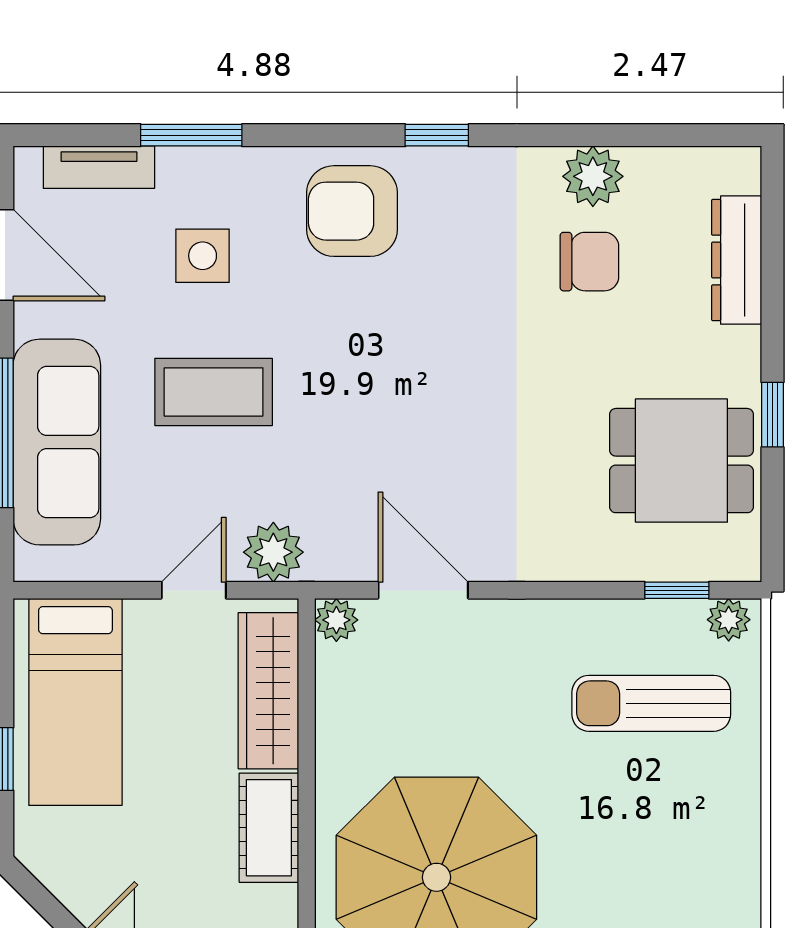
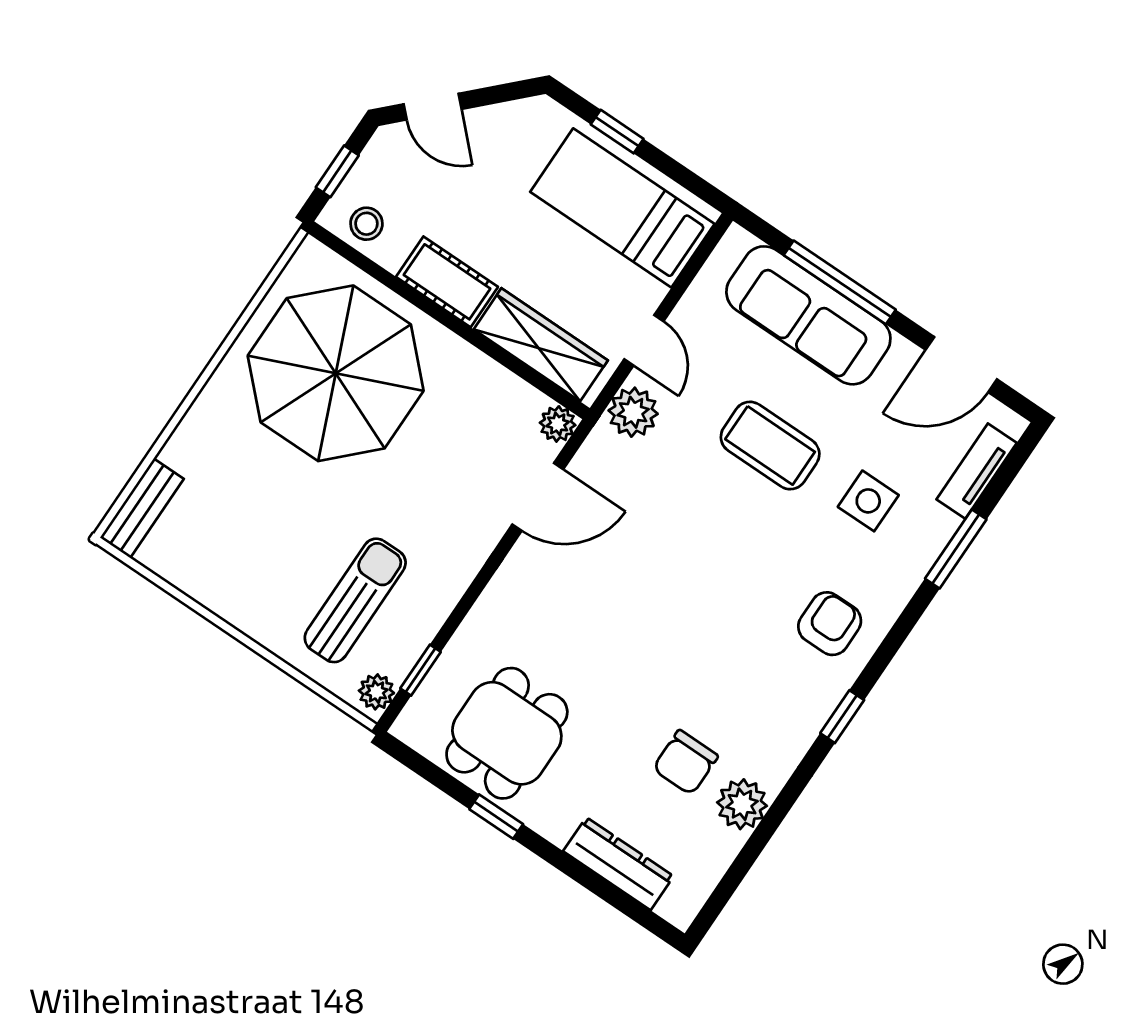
armchair: (352, 211) -> (830, 624), width x0.72, depth x0.72
coffee table: (214, 392) -> (770, 446), turned 90

